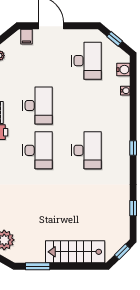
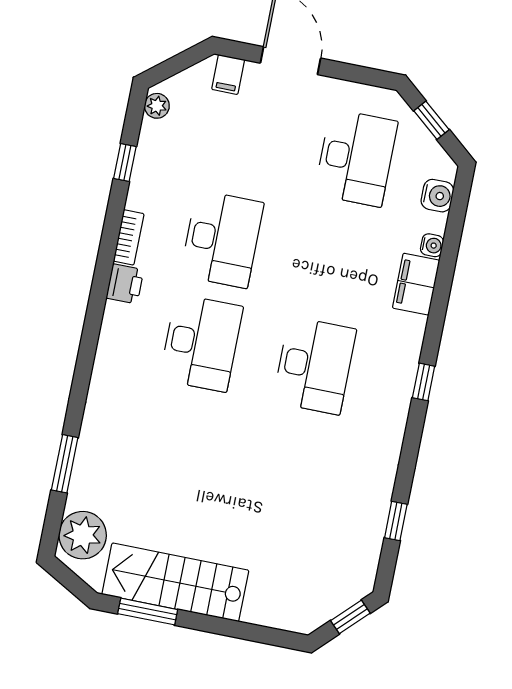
filing cabinet: (122, 108) -> (416, 284), added
stairs: (75, 252) -> (175, 582), moved

